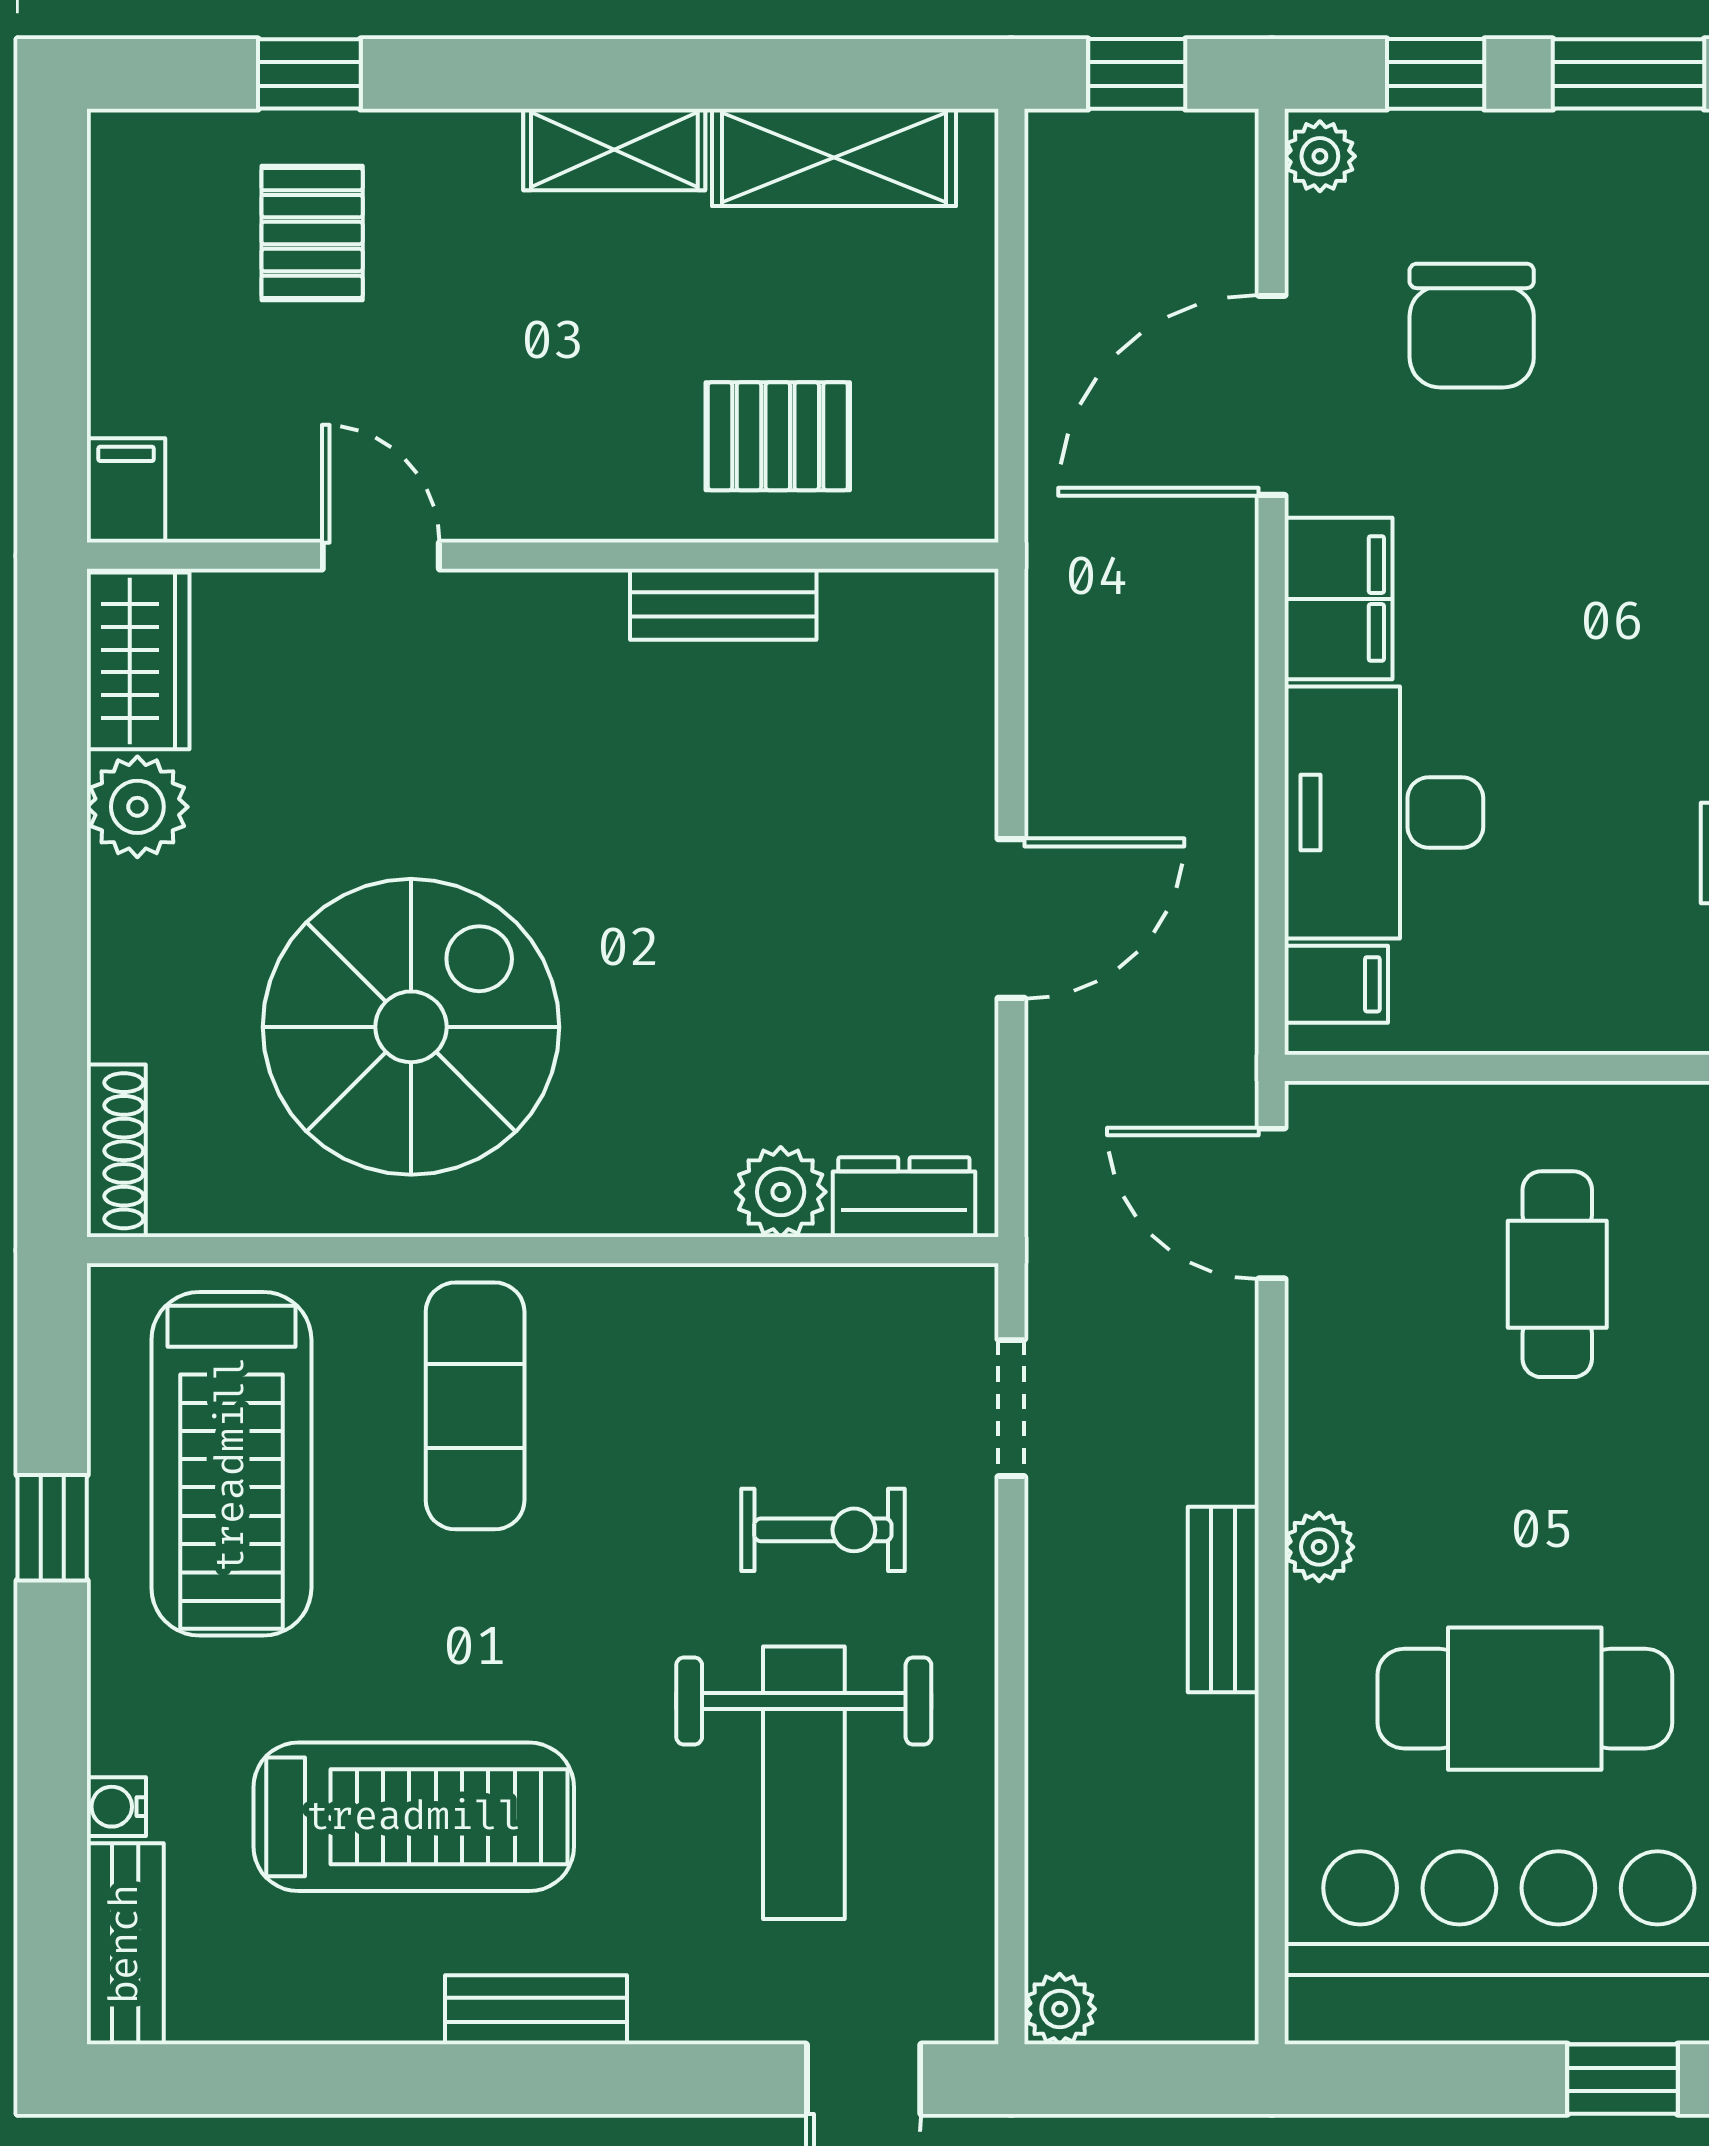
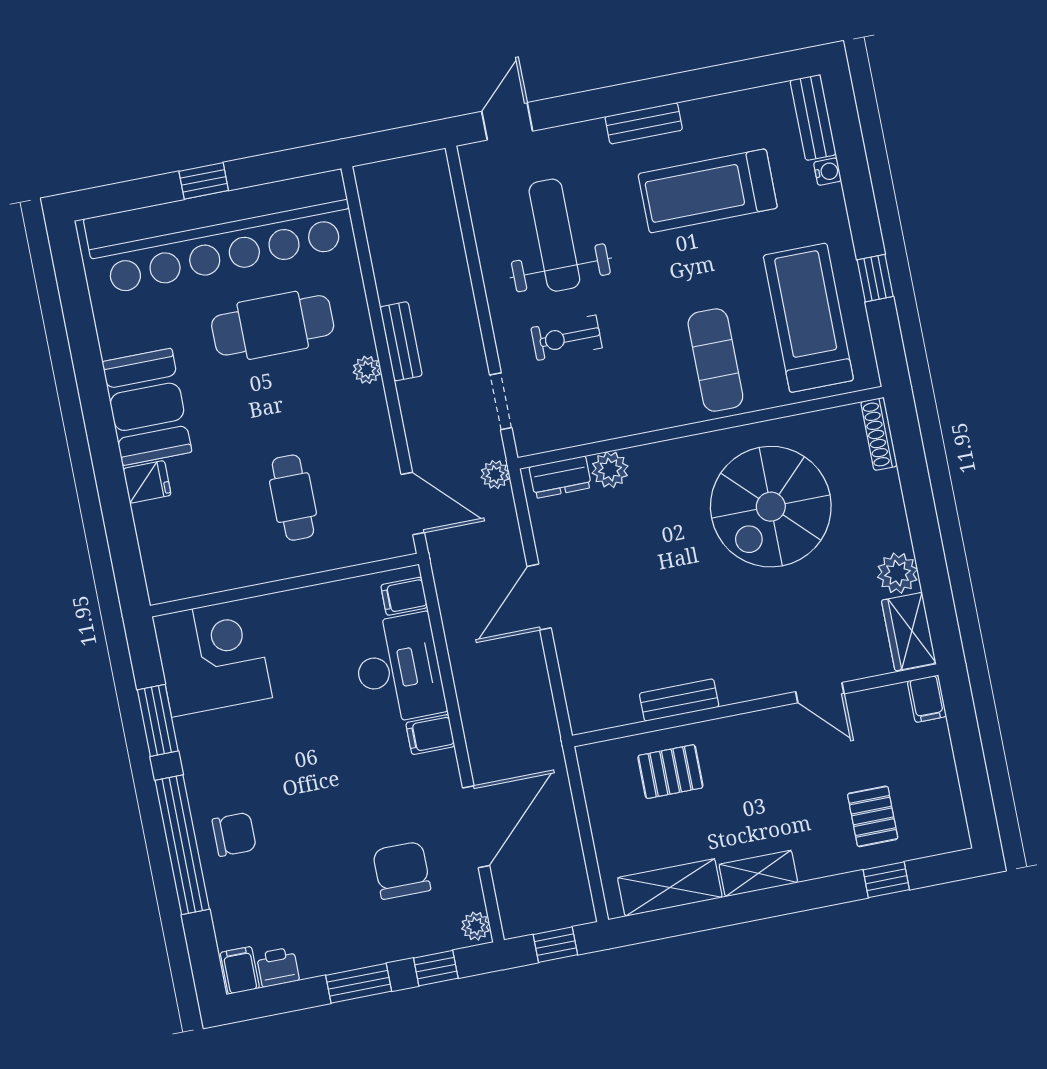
filing cabinet: (1339, 599) -> (430, 735), width x0.50
plant: (1060, 2009) -> (495, 475), moved

